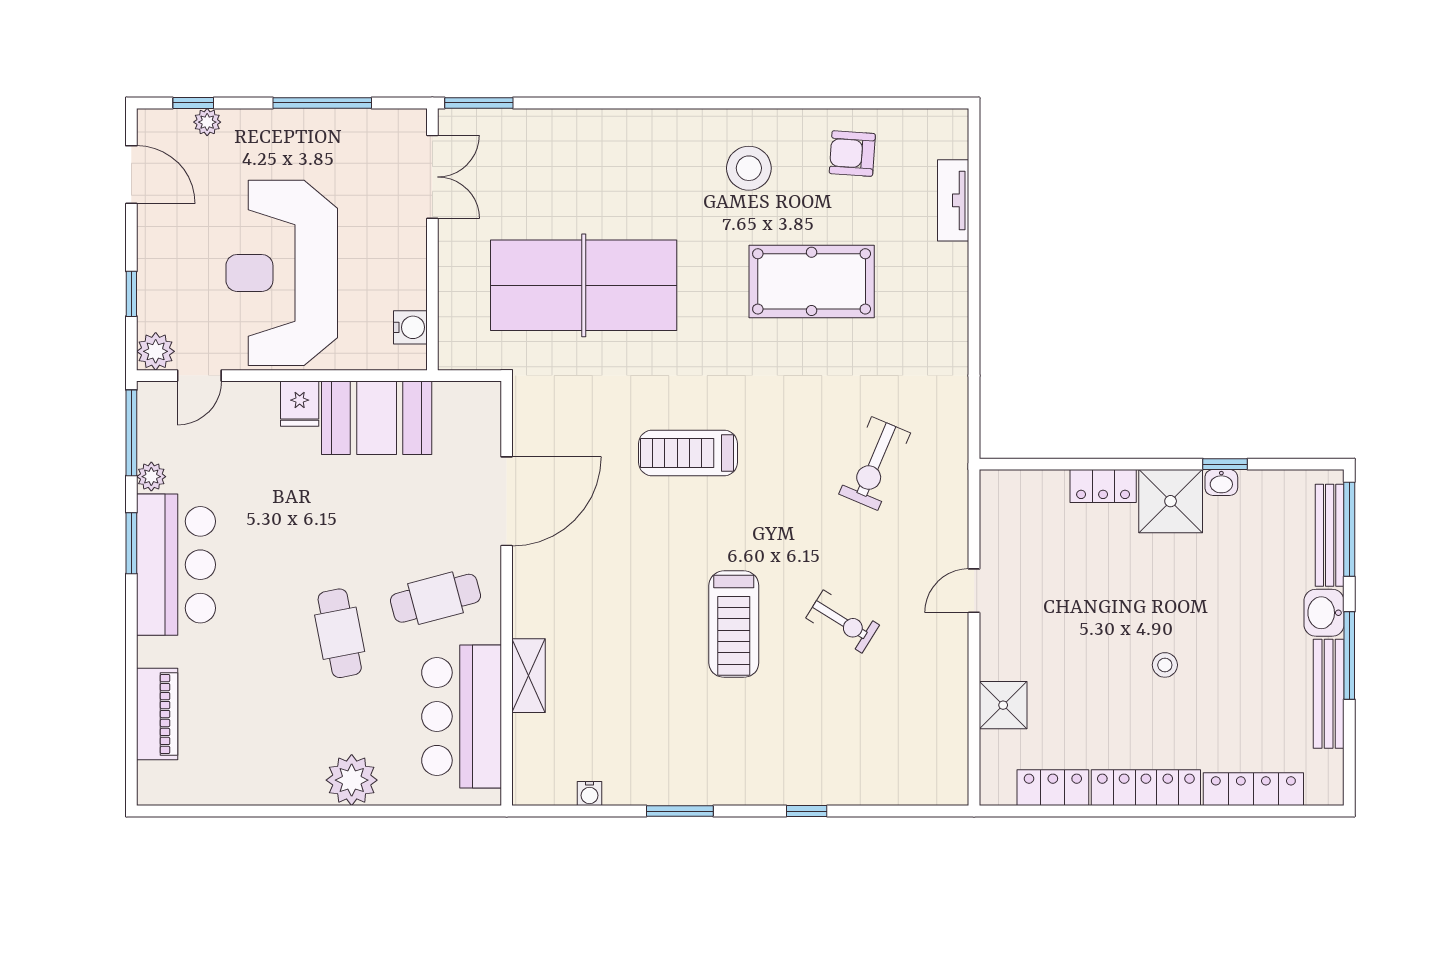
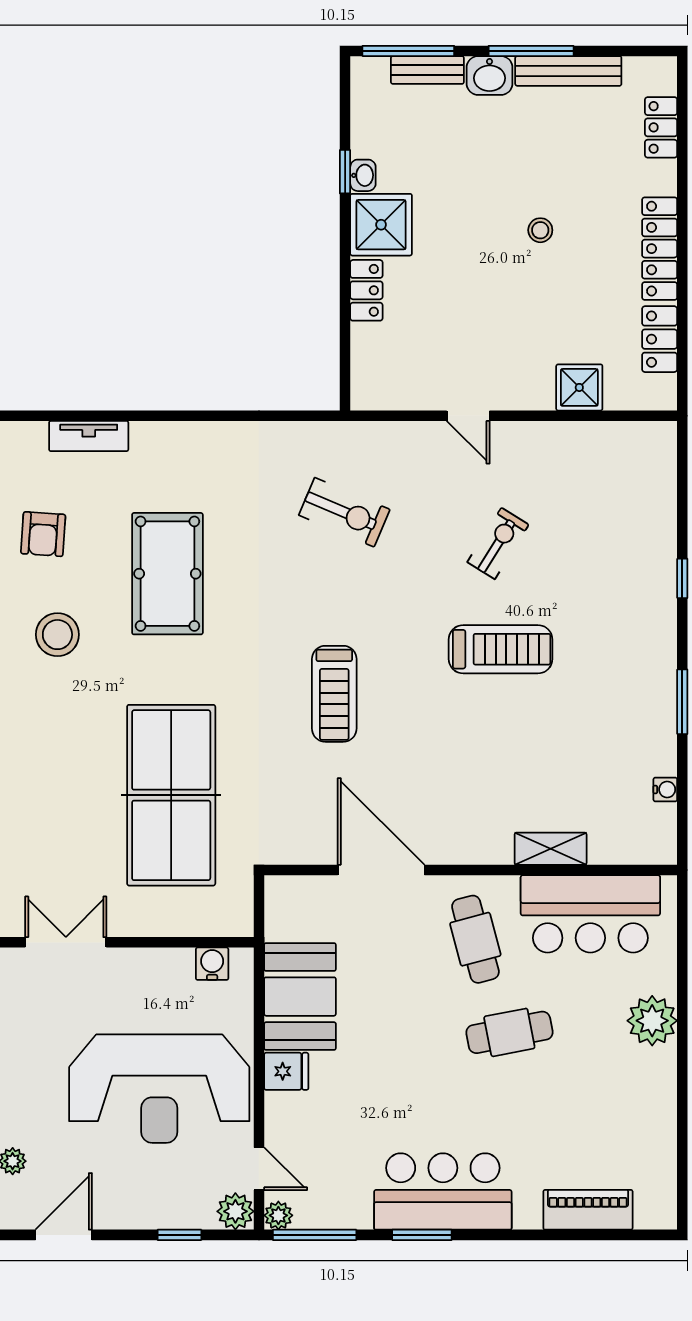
plant: (151, 477) -> (278, 1215), moved
bench: (1330, 535) -> (427, 70), width x0.73
locker: (1253, 789) -> (661, 127), width x0.66

